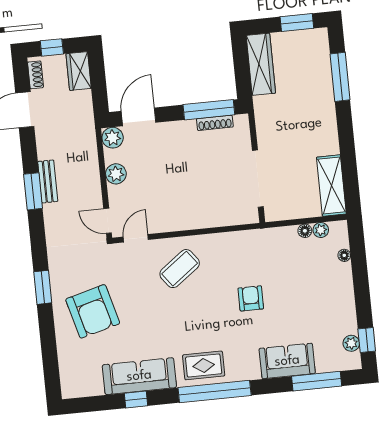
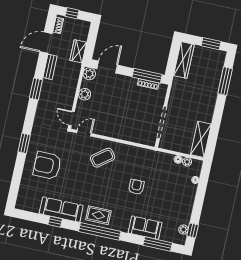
wardrobe: (79, 71) -> (78, 51), moved
bench: (48, 181) -> (50, 67), moved
armchair: (93, 311) -> (47, 166), turned 105

